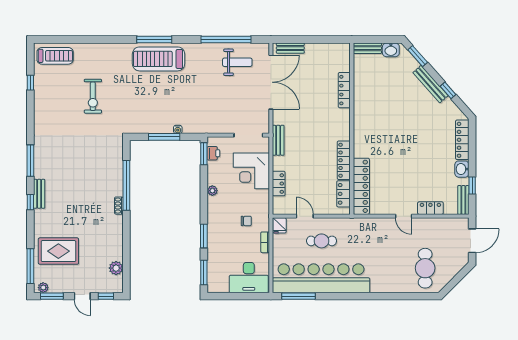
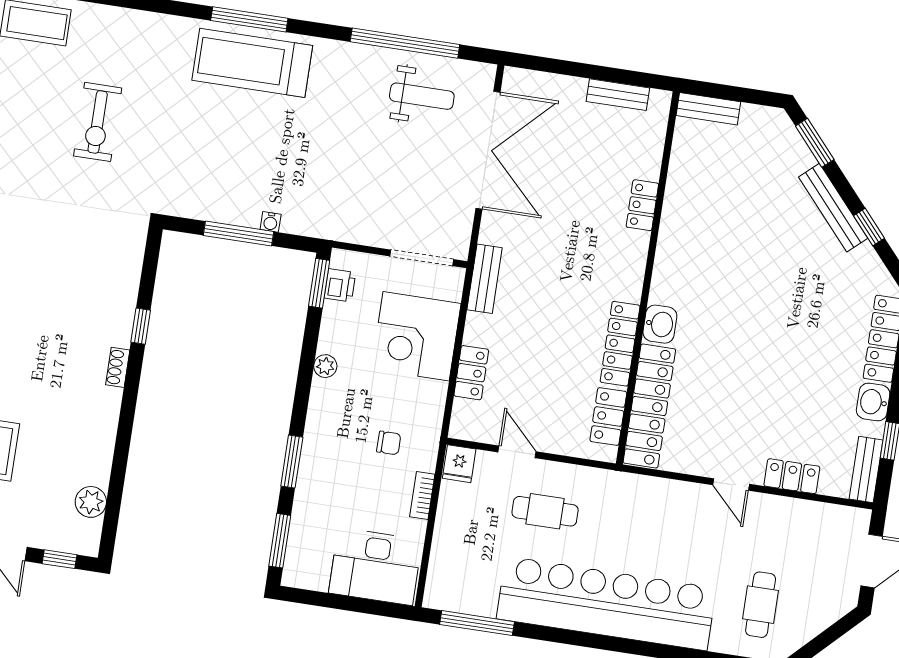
bench: (290, 48) -> (618, 95), moved
washbasin: (391, 50) -> (660, 324), moved, turned -90
locker: (344, 90) -> (642, 205), width x0.66
window: (126, 185) -> (141, 326), width x0.32
cafe table: (425, 268) -> (761, 605), width x0.73, depth x0.74
bar counter: (321, 278) -> (606, 603), moved

